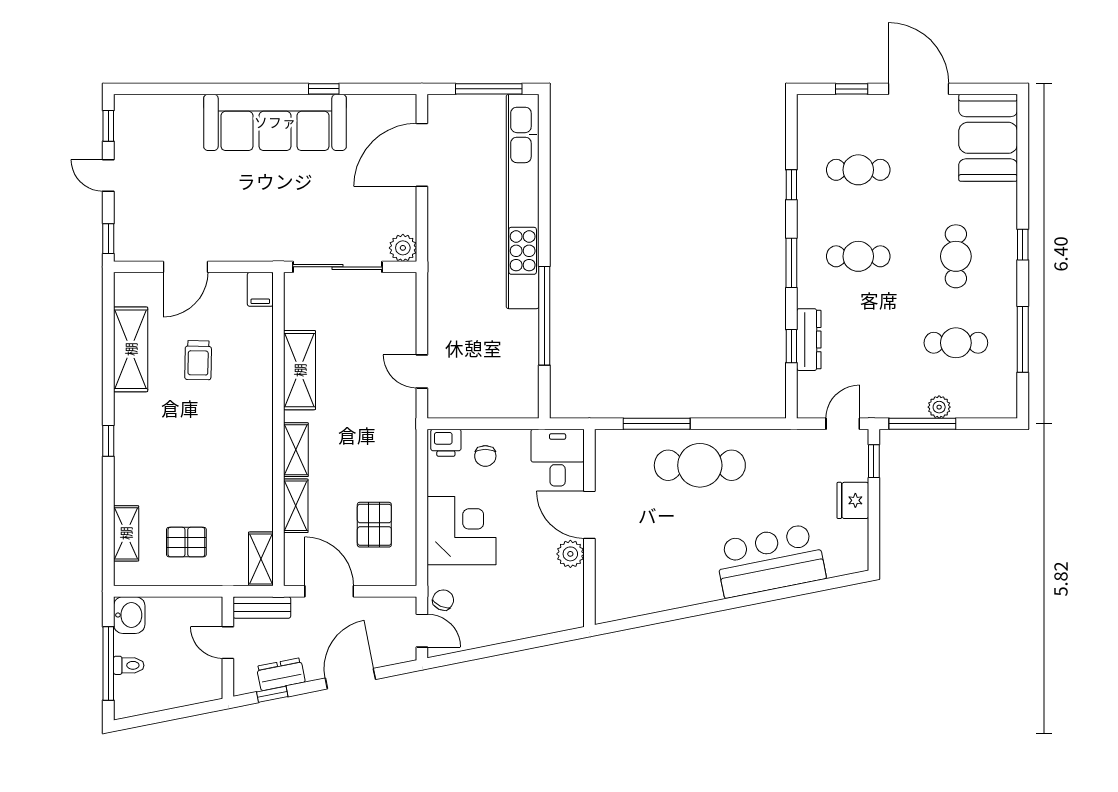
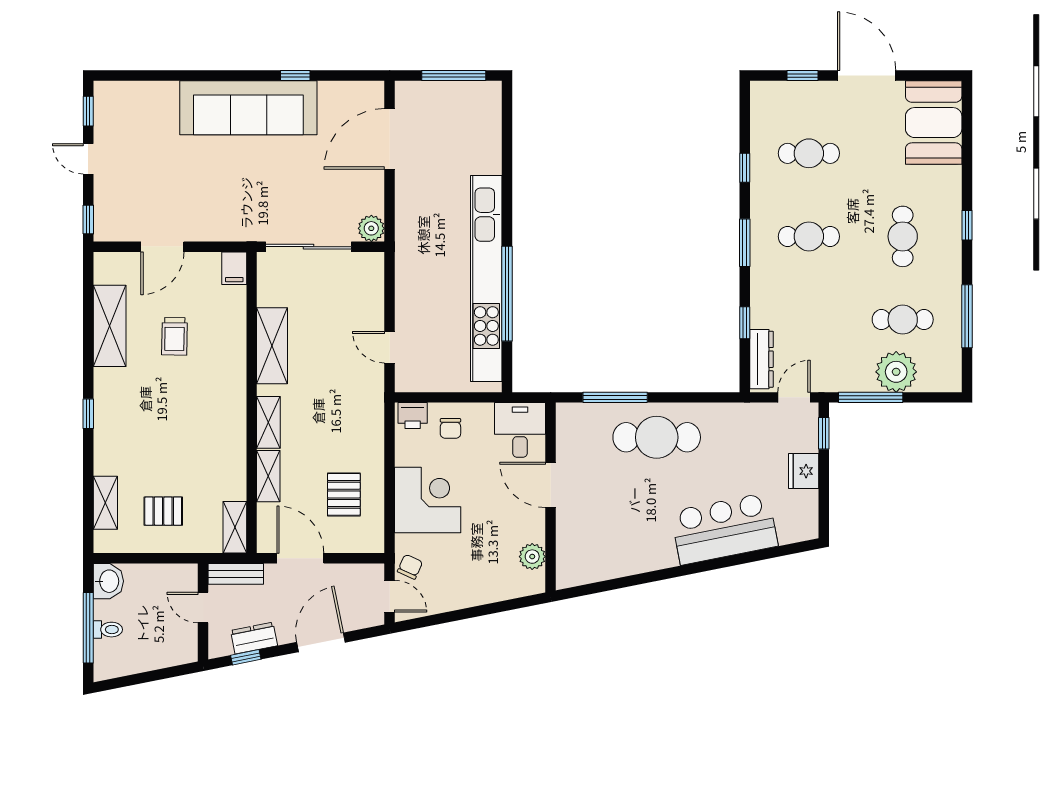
kitchen unit: (523, 201) -> (486, 279), moved
dresser: (809, 340) -> (761, 359), moved
plant: (939, 407) -> (896, 372), width x1.88, depth x1.88
plant: (570, 554) -> (532, 557), moved

